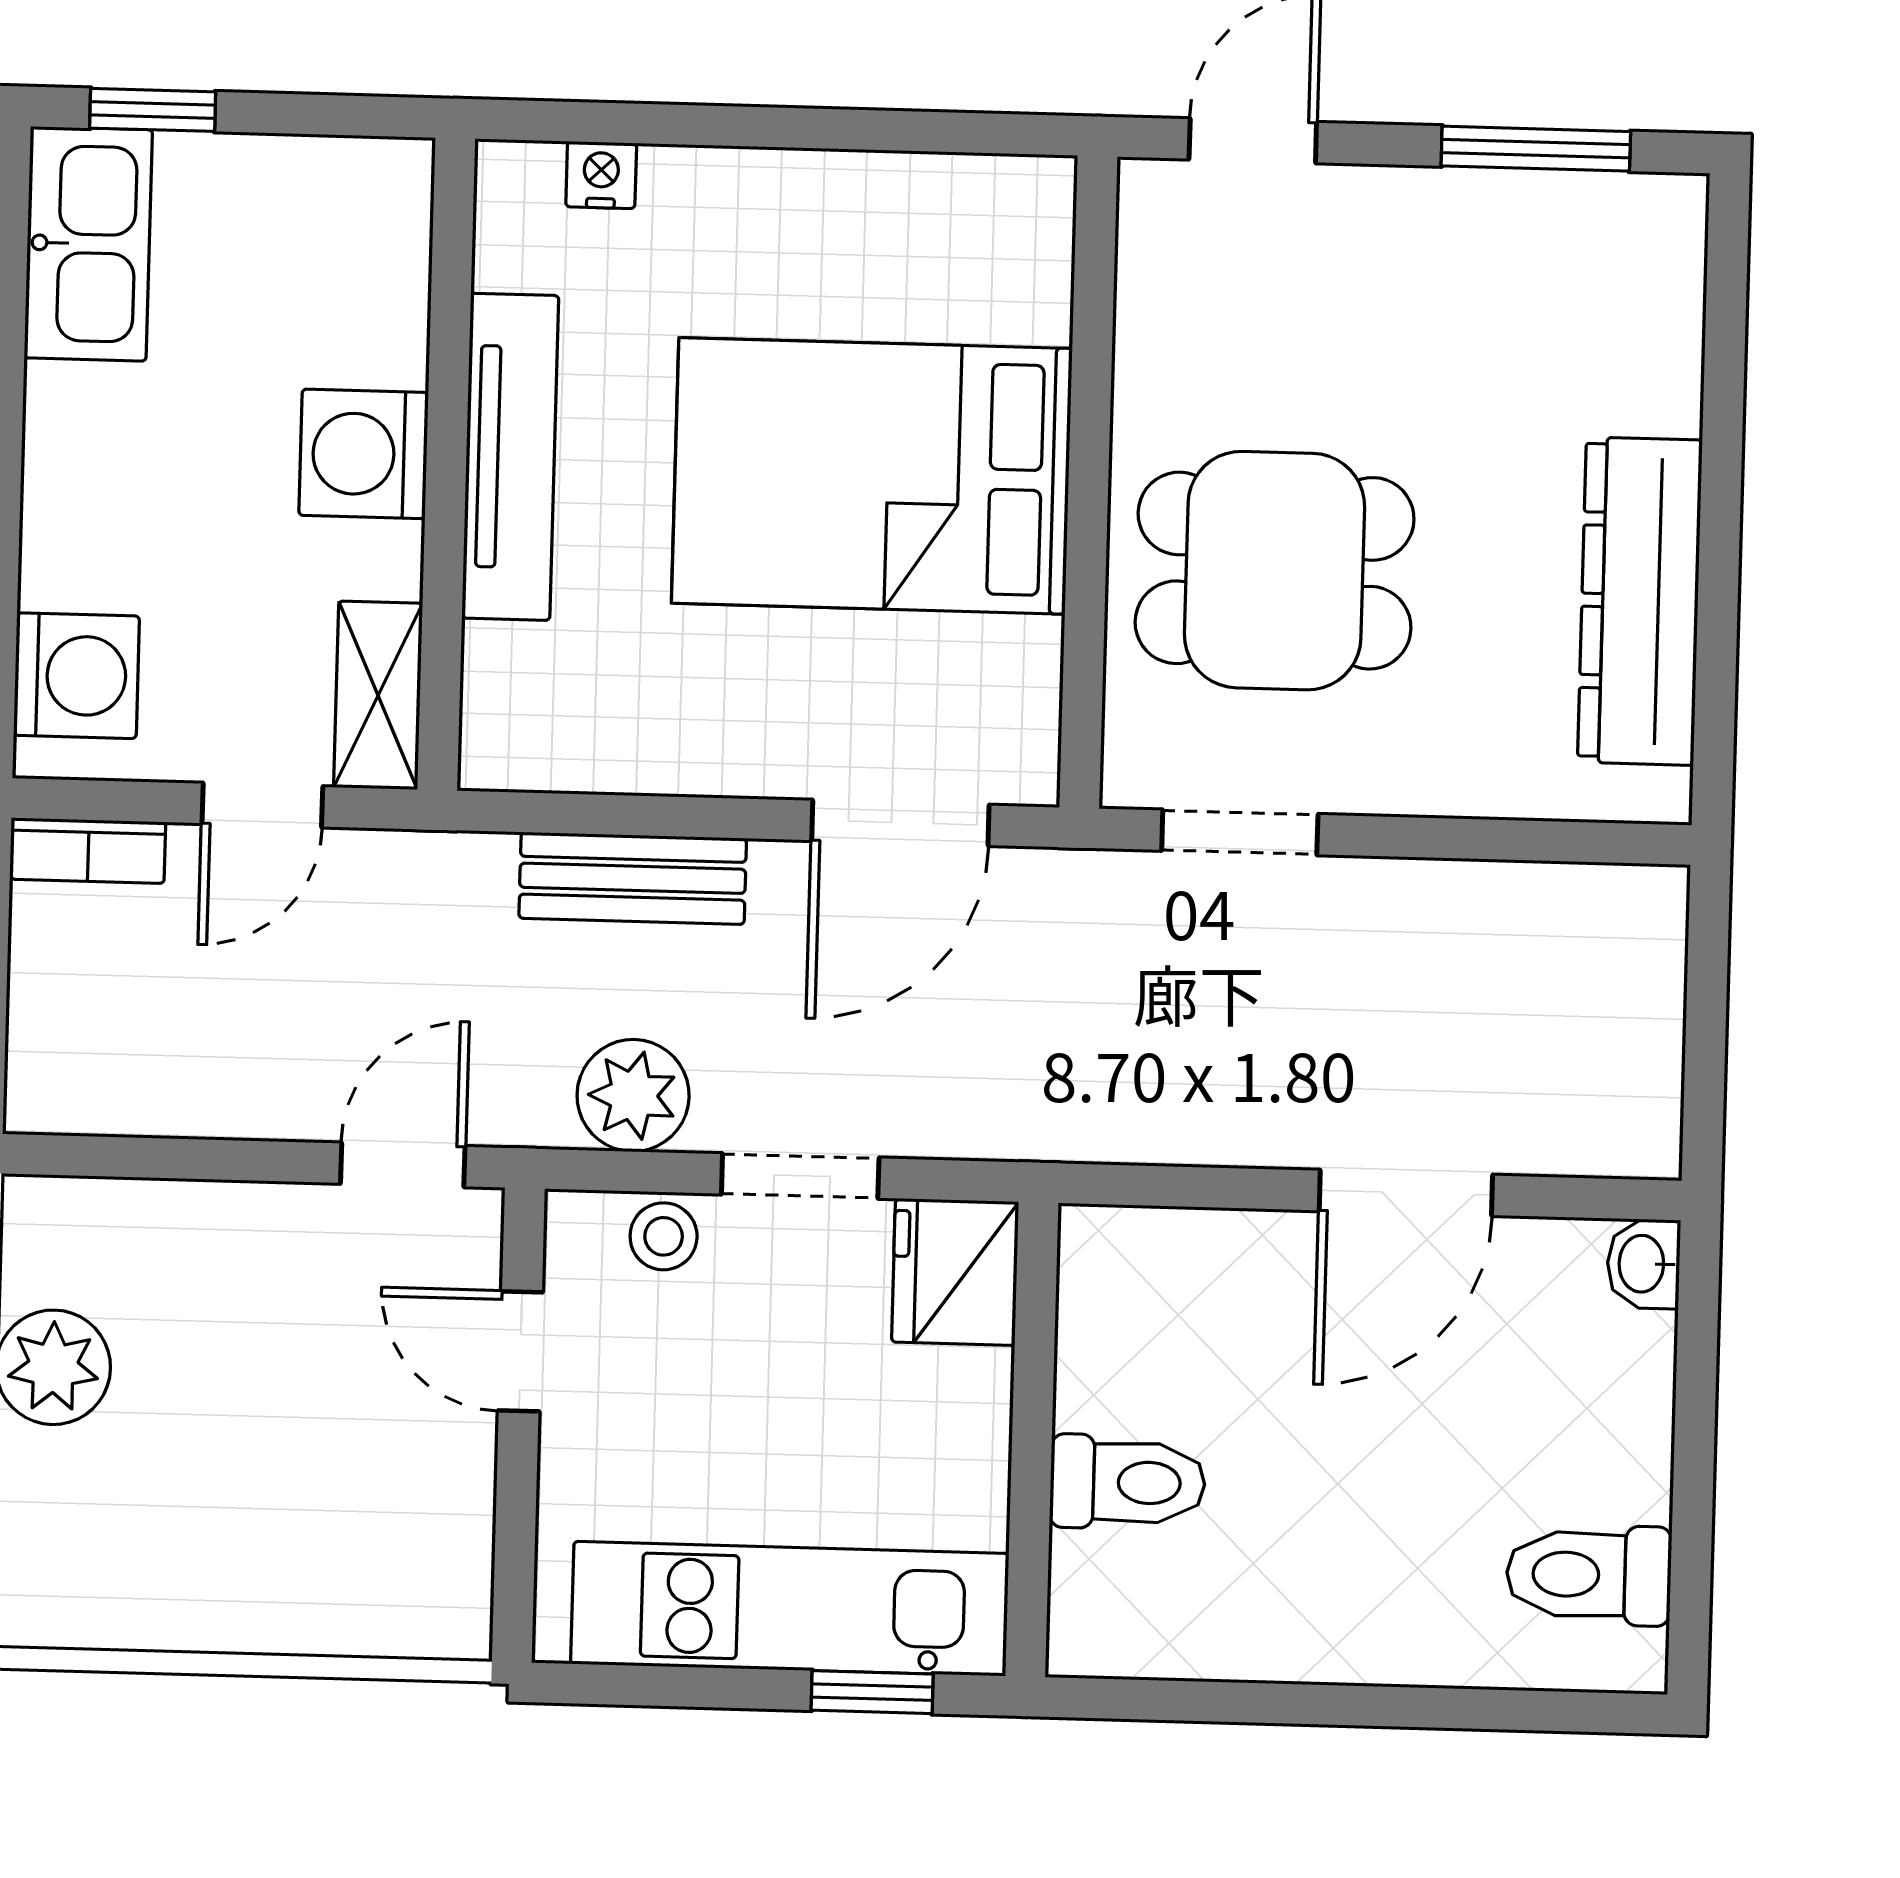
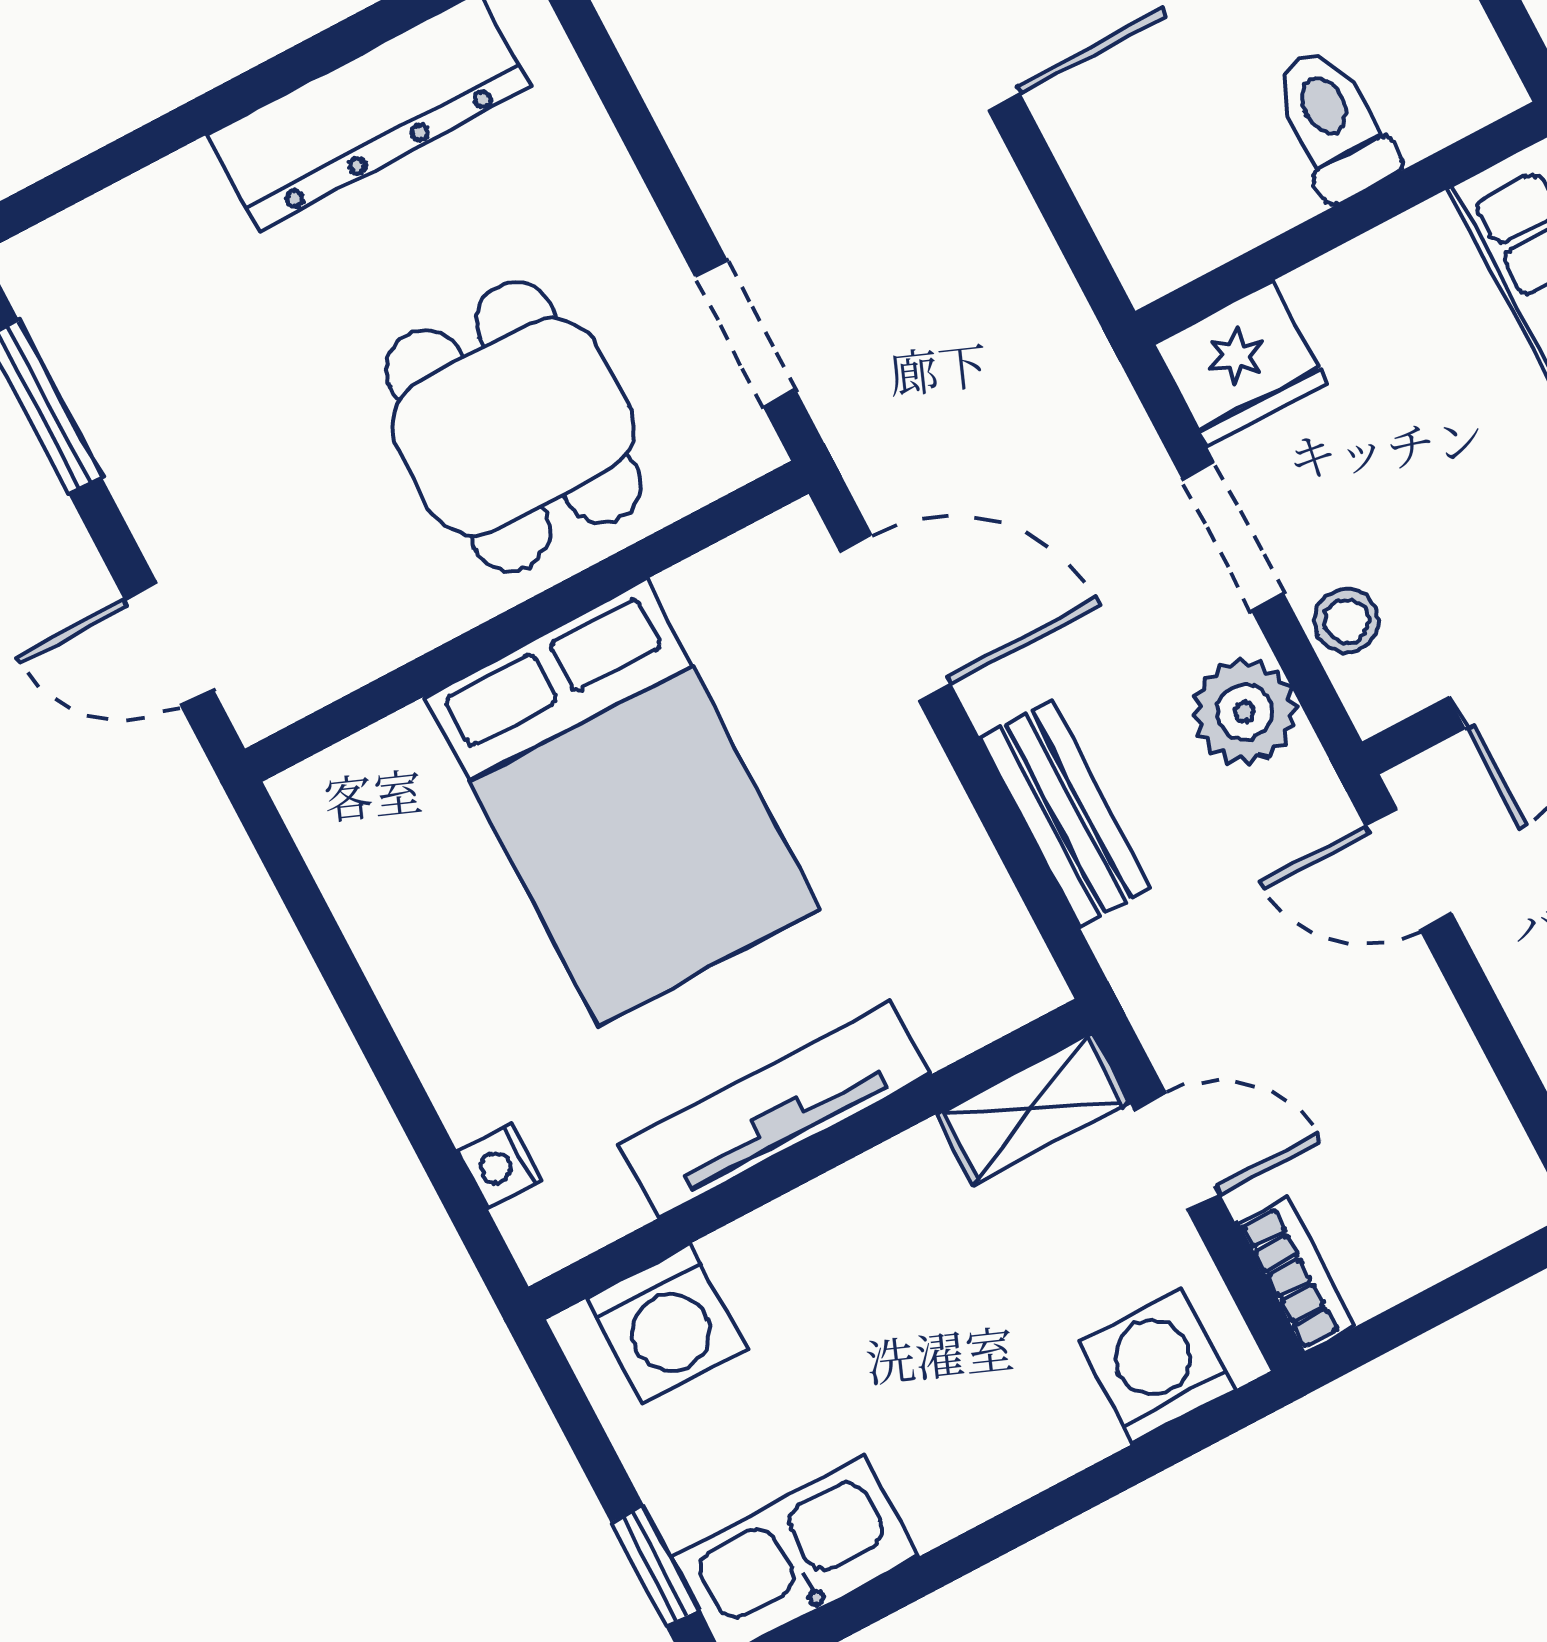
washing machine: (364, 454) -> (666, 1324), moved

